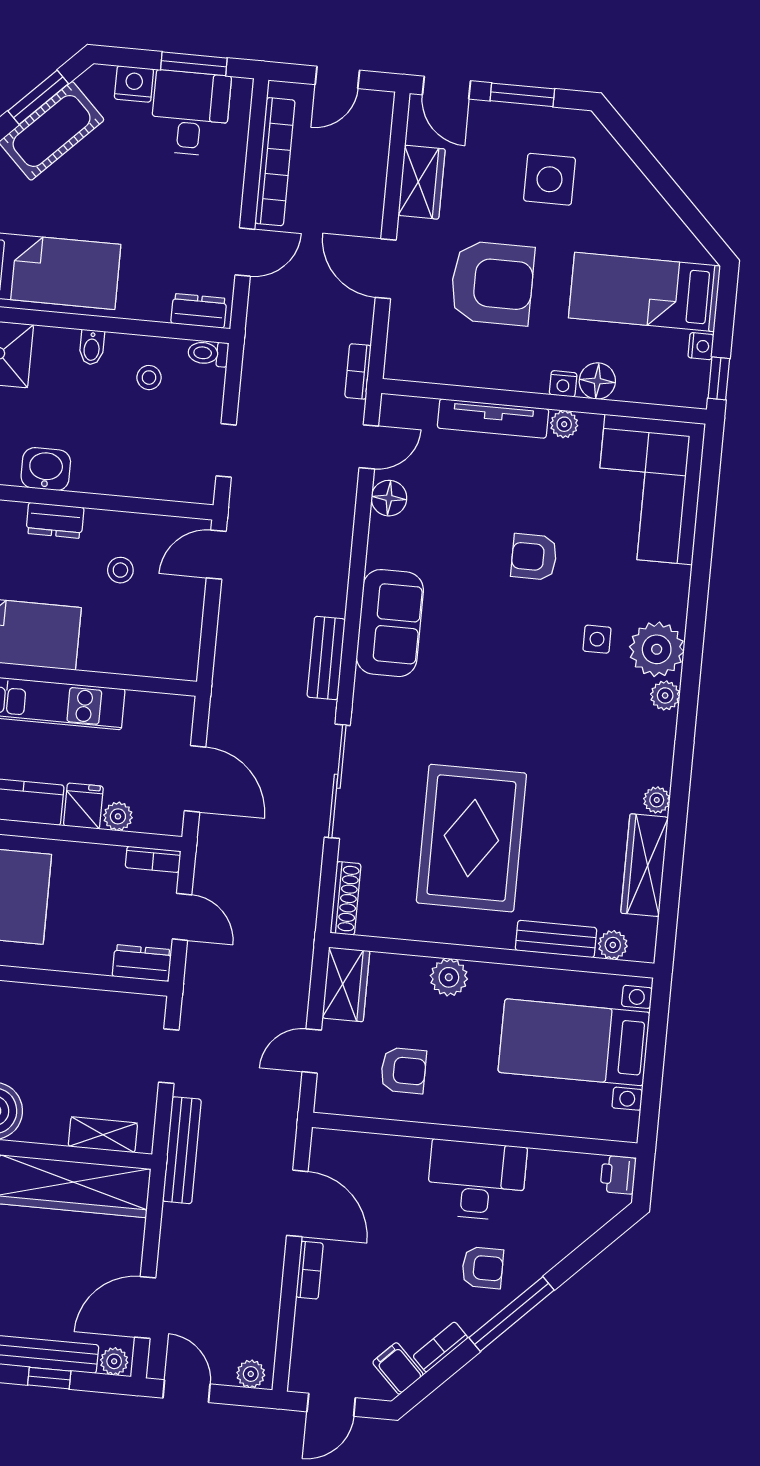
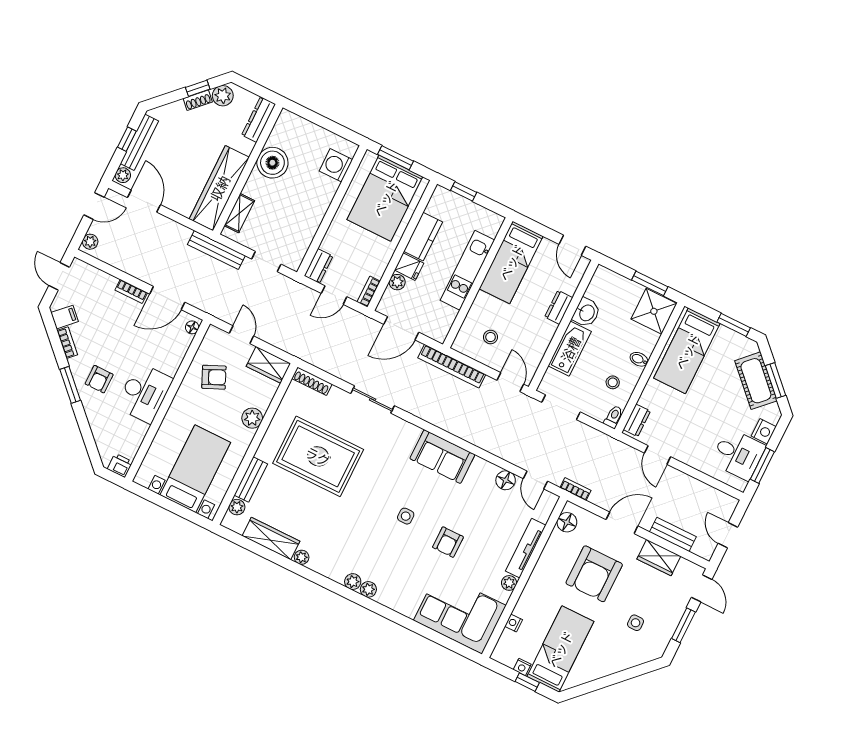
door: (446, 88) -> (702, 588), swing flipped
bookcase: (275, 162) -> (452, 366), moved
side table: (550, 179) -> (636, 623), width x0.54, depth x0.54
window: (719, 378) -> (527, 682), moved
floor lamp: (597, 381) -> (567, 522), moved
nightstand: (563, 384) -> (514, 623), moved
doorway: (226, 450) -> (561, 407), width x1.38
bathtub: (119, 474) -> (570, 349), added
armchair: (534, 557) -> (448, 542), turned 180
stool: (120, 570) -> (491, 337), moved
side table: (597, 639) -> (406, 516), moved
plant: (657, 649) -> (368, 589), width x0.53, depth x0.53
bench: (326, 658) -> (673, 534), moved
sliding door: (337, 781) -> (373, 400), width x0.73
armchair: (403, 1070) -> (214, 377), turned -114
floor lamp: (332, 1141) -> (192, 327), added
window: (512, 1314) -> (70, 385), width x0.69

